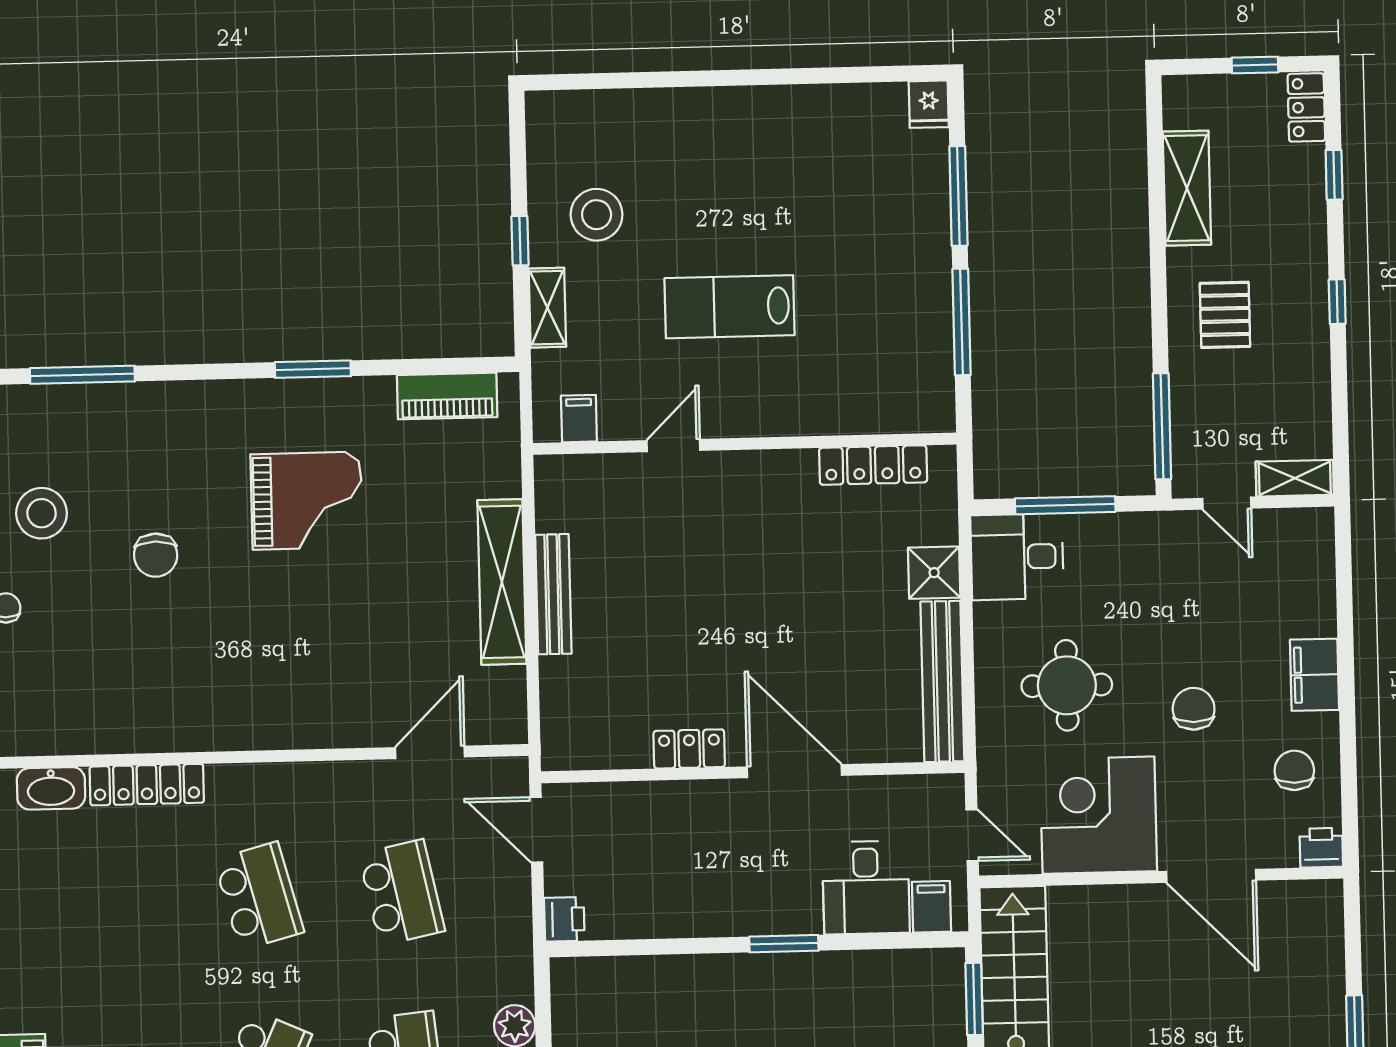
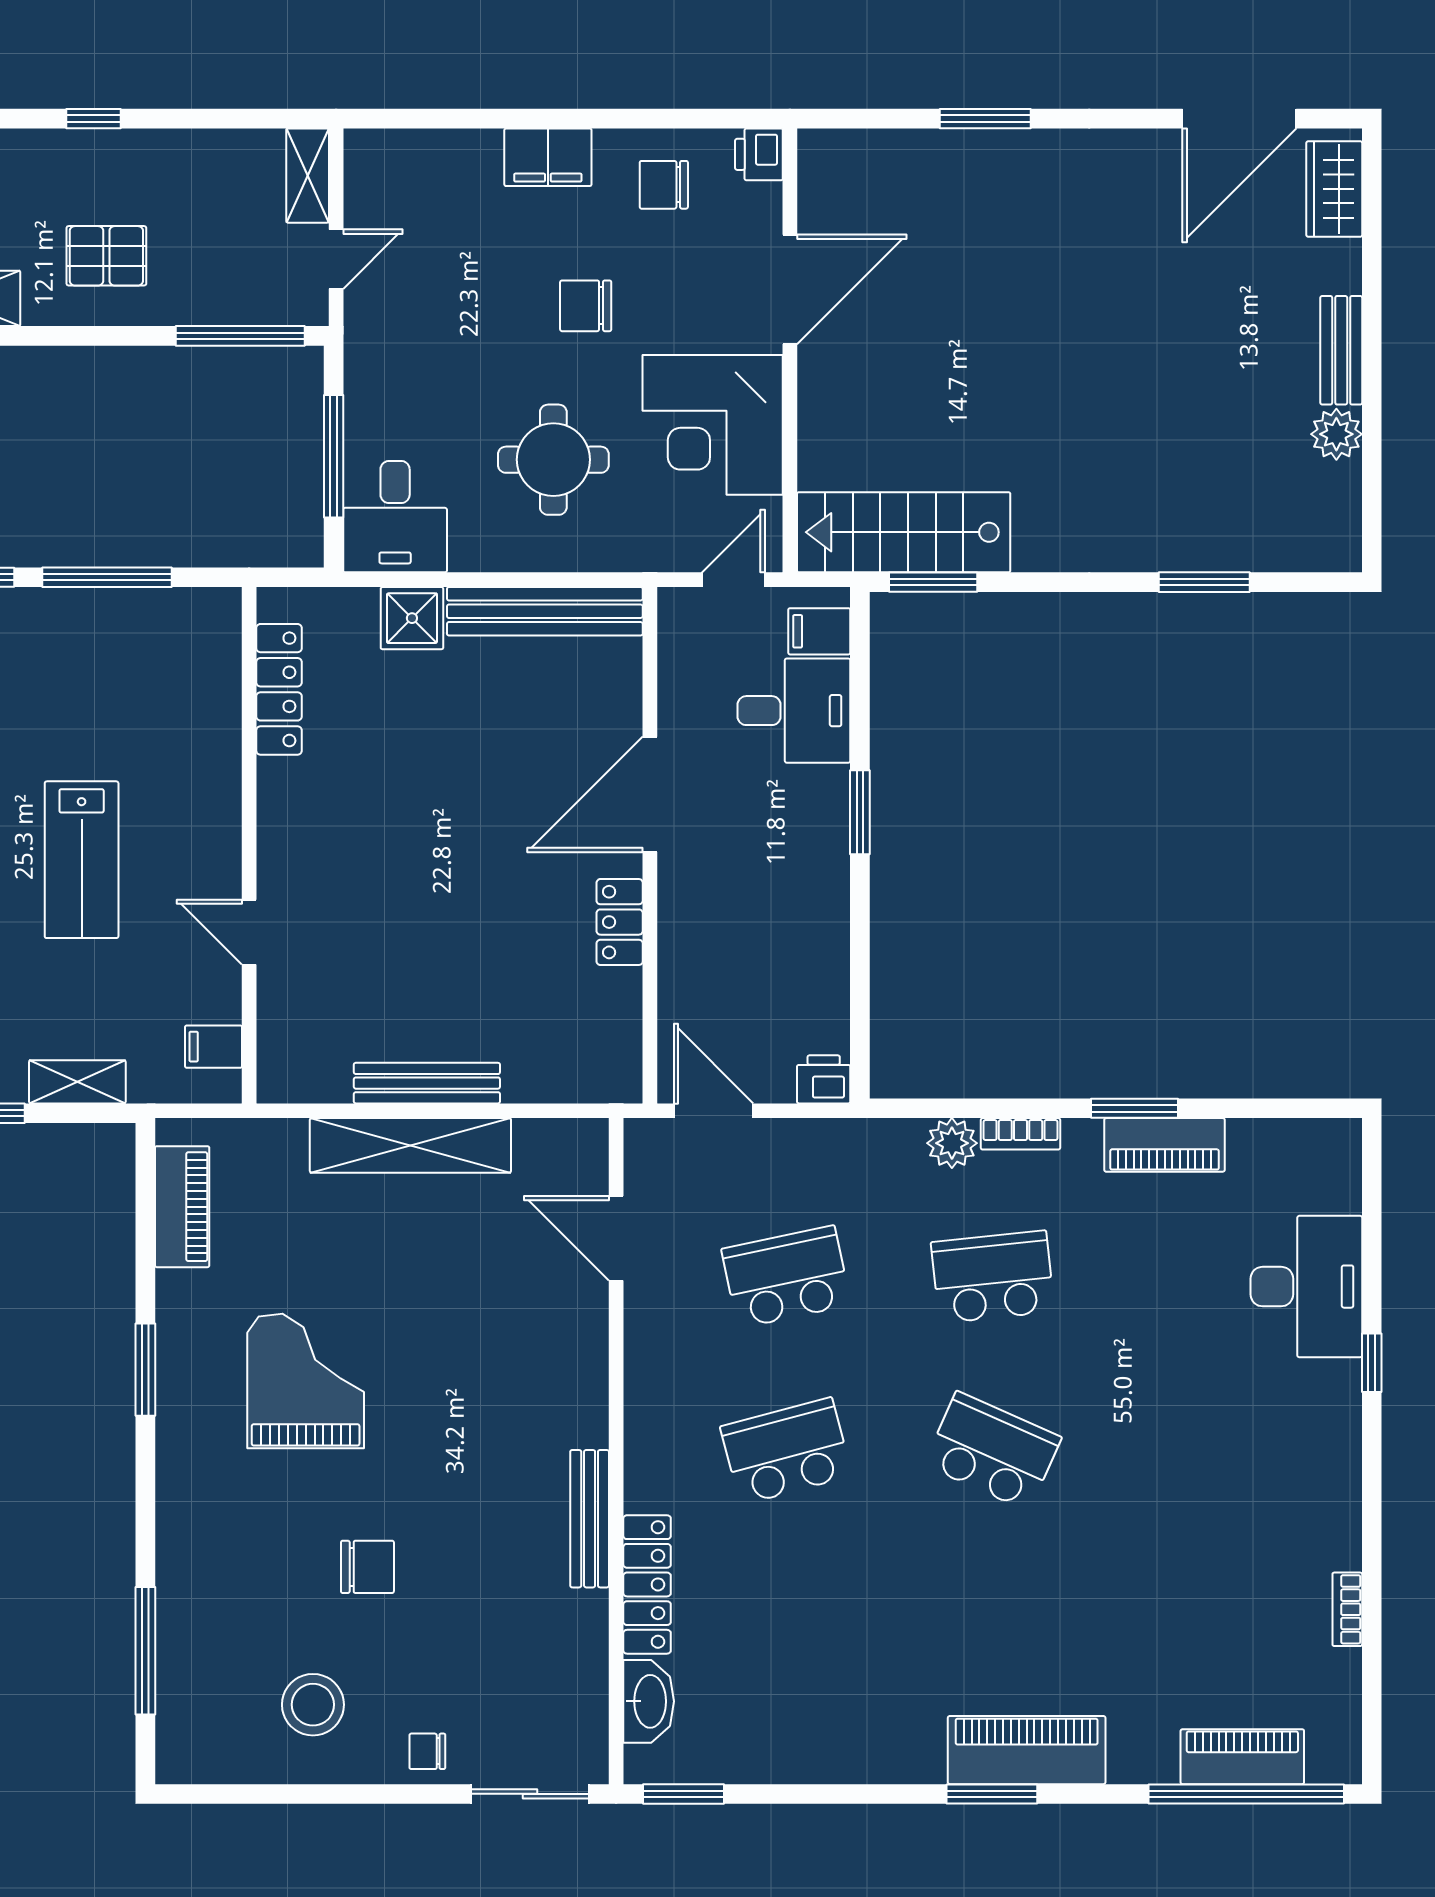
bench: (200, 736) -> (590, 1519), added
door: (536, 830) -> (714, 1111), swing flipped

